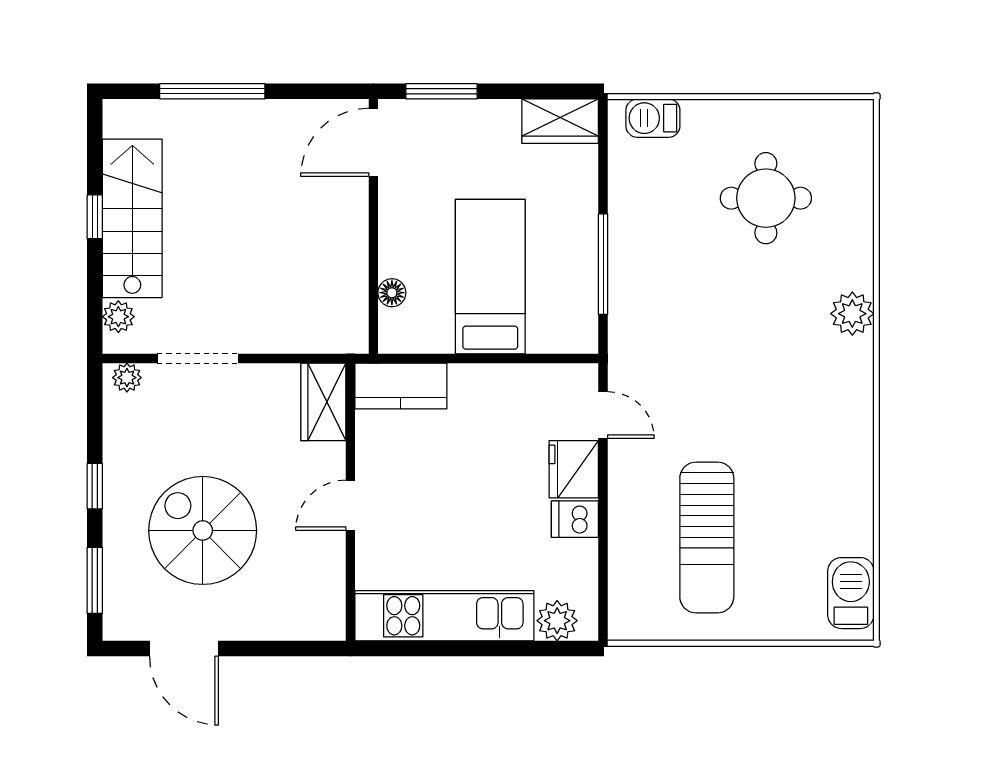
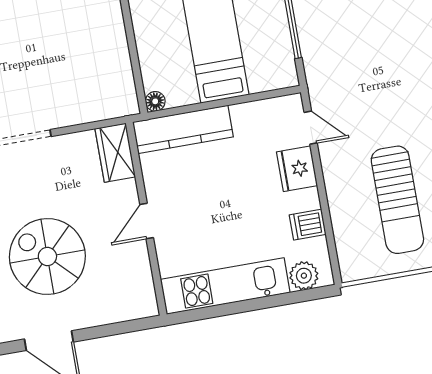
floor lamp: (392, 293) -> (155, 101), moved
kitchen counter: (401, 386) -> (183, 129), width x1.50
dishwasher: (575, 519) -> (308, 225), moved

